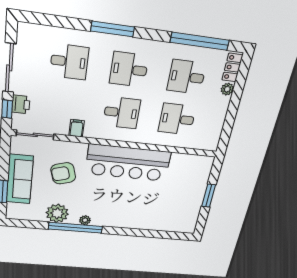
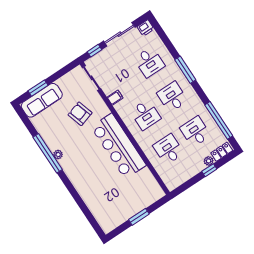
window: (236, 96) -> (209, 170), added
printer: (21, 104) -> (146, 28), moved
sofa: (20, 179) -> (42, 100), moved
plant: (57, 213) -> (49, 133), removed

